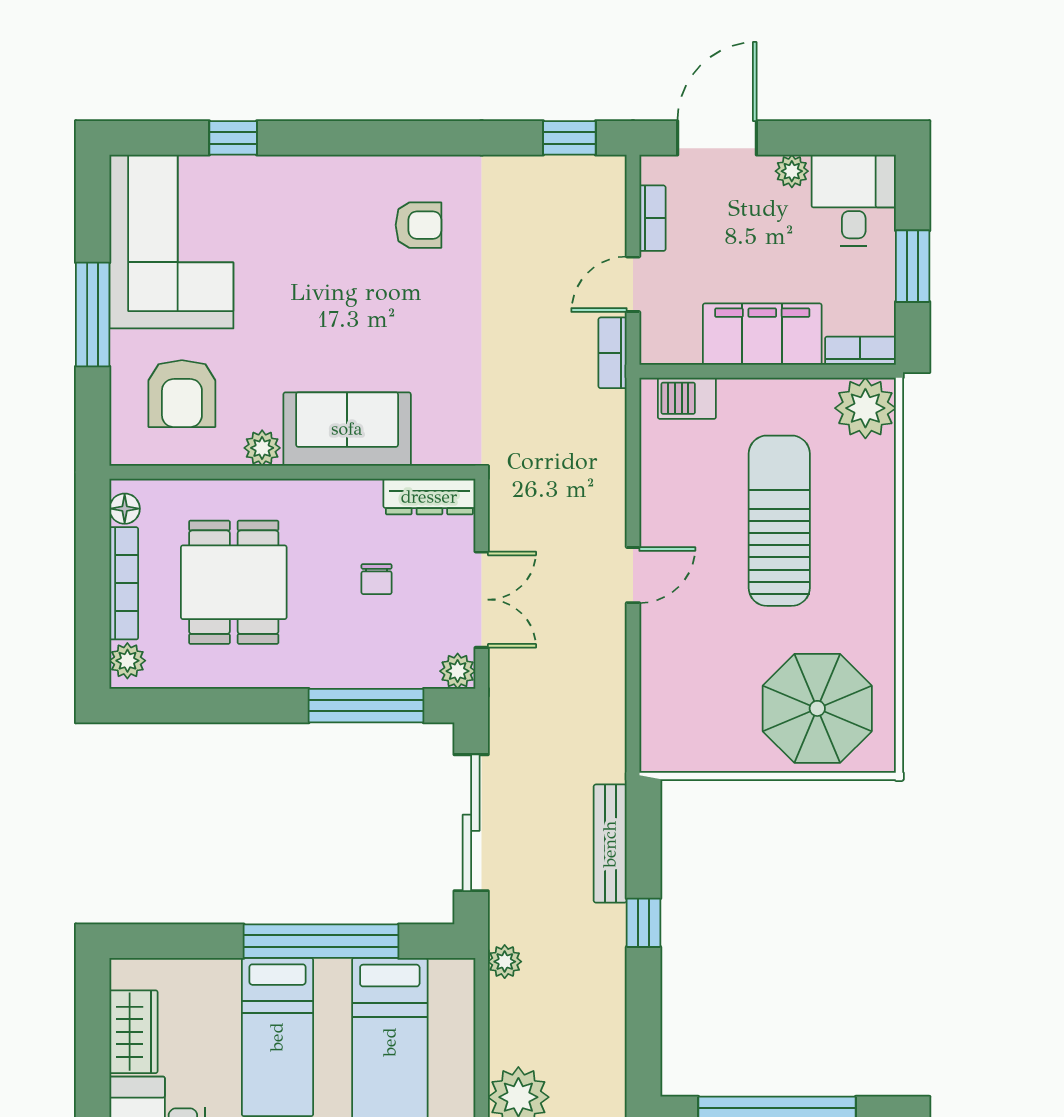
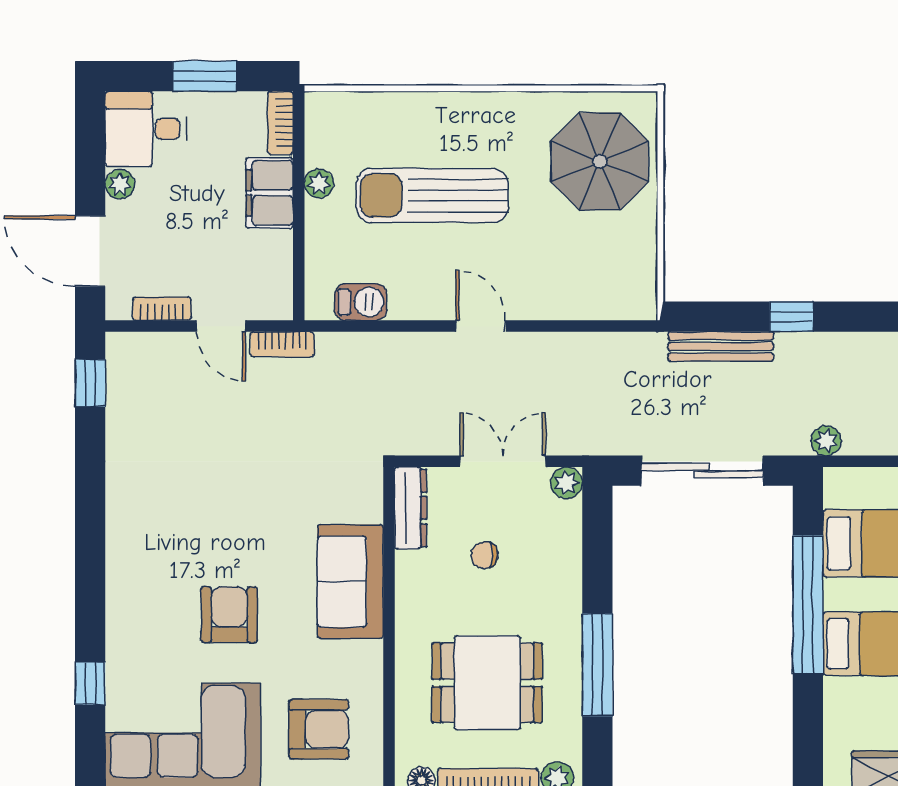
armchair: (419, 225) -> (229, 615), moved, width x1.38, depth x1.38
filing cabinet: (762, 334) -> (269, 193), width x0.67, depth x0.86
barbecue: (687, 398) -> (361, 302), moved, turned -90
plant: (865, 408) -> (319, 183), moved, width x0.53, depth x0.53
plant: (262, 448) -> (367, 657), removed
chair: (377, 579) -> (484, 555), turned 180
window: (366, 706) -> (597, 665), moved

